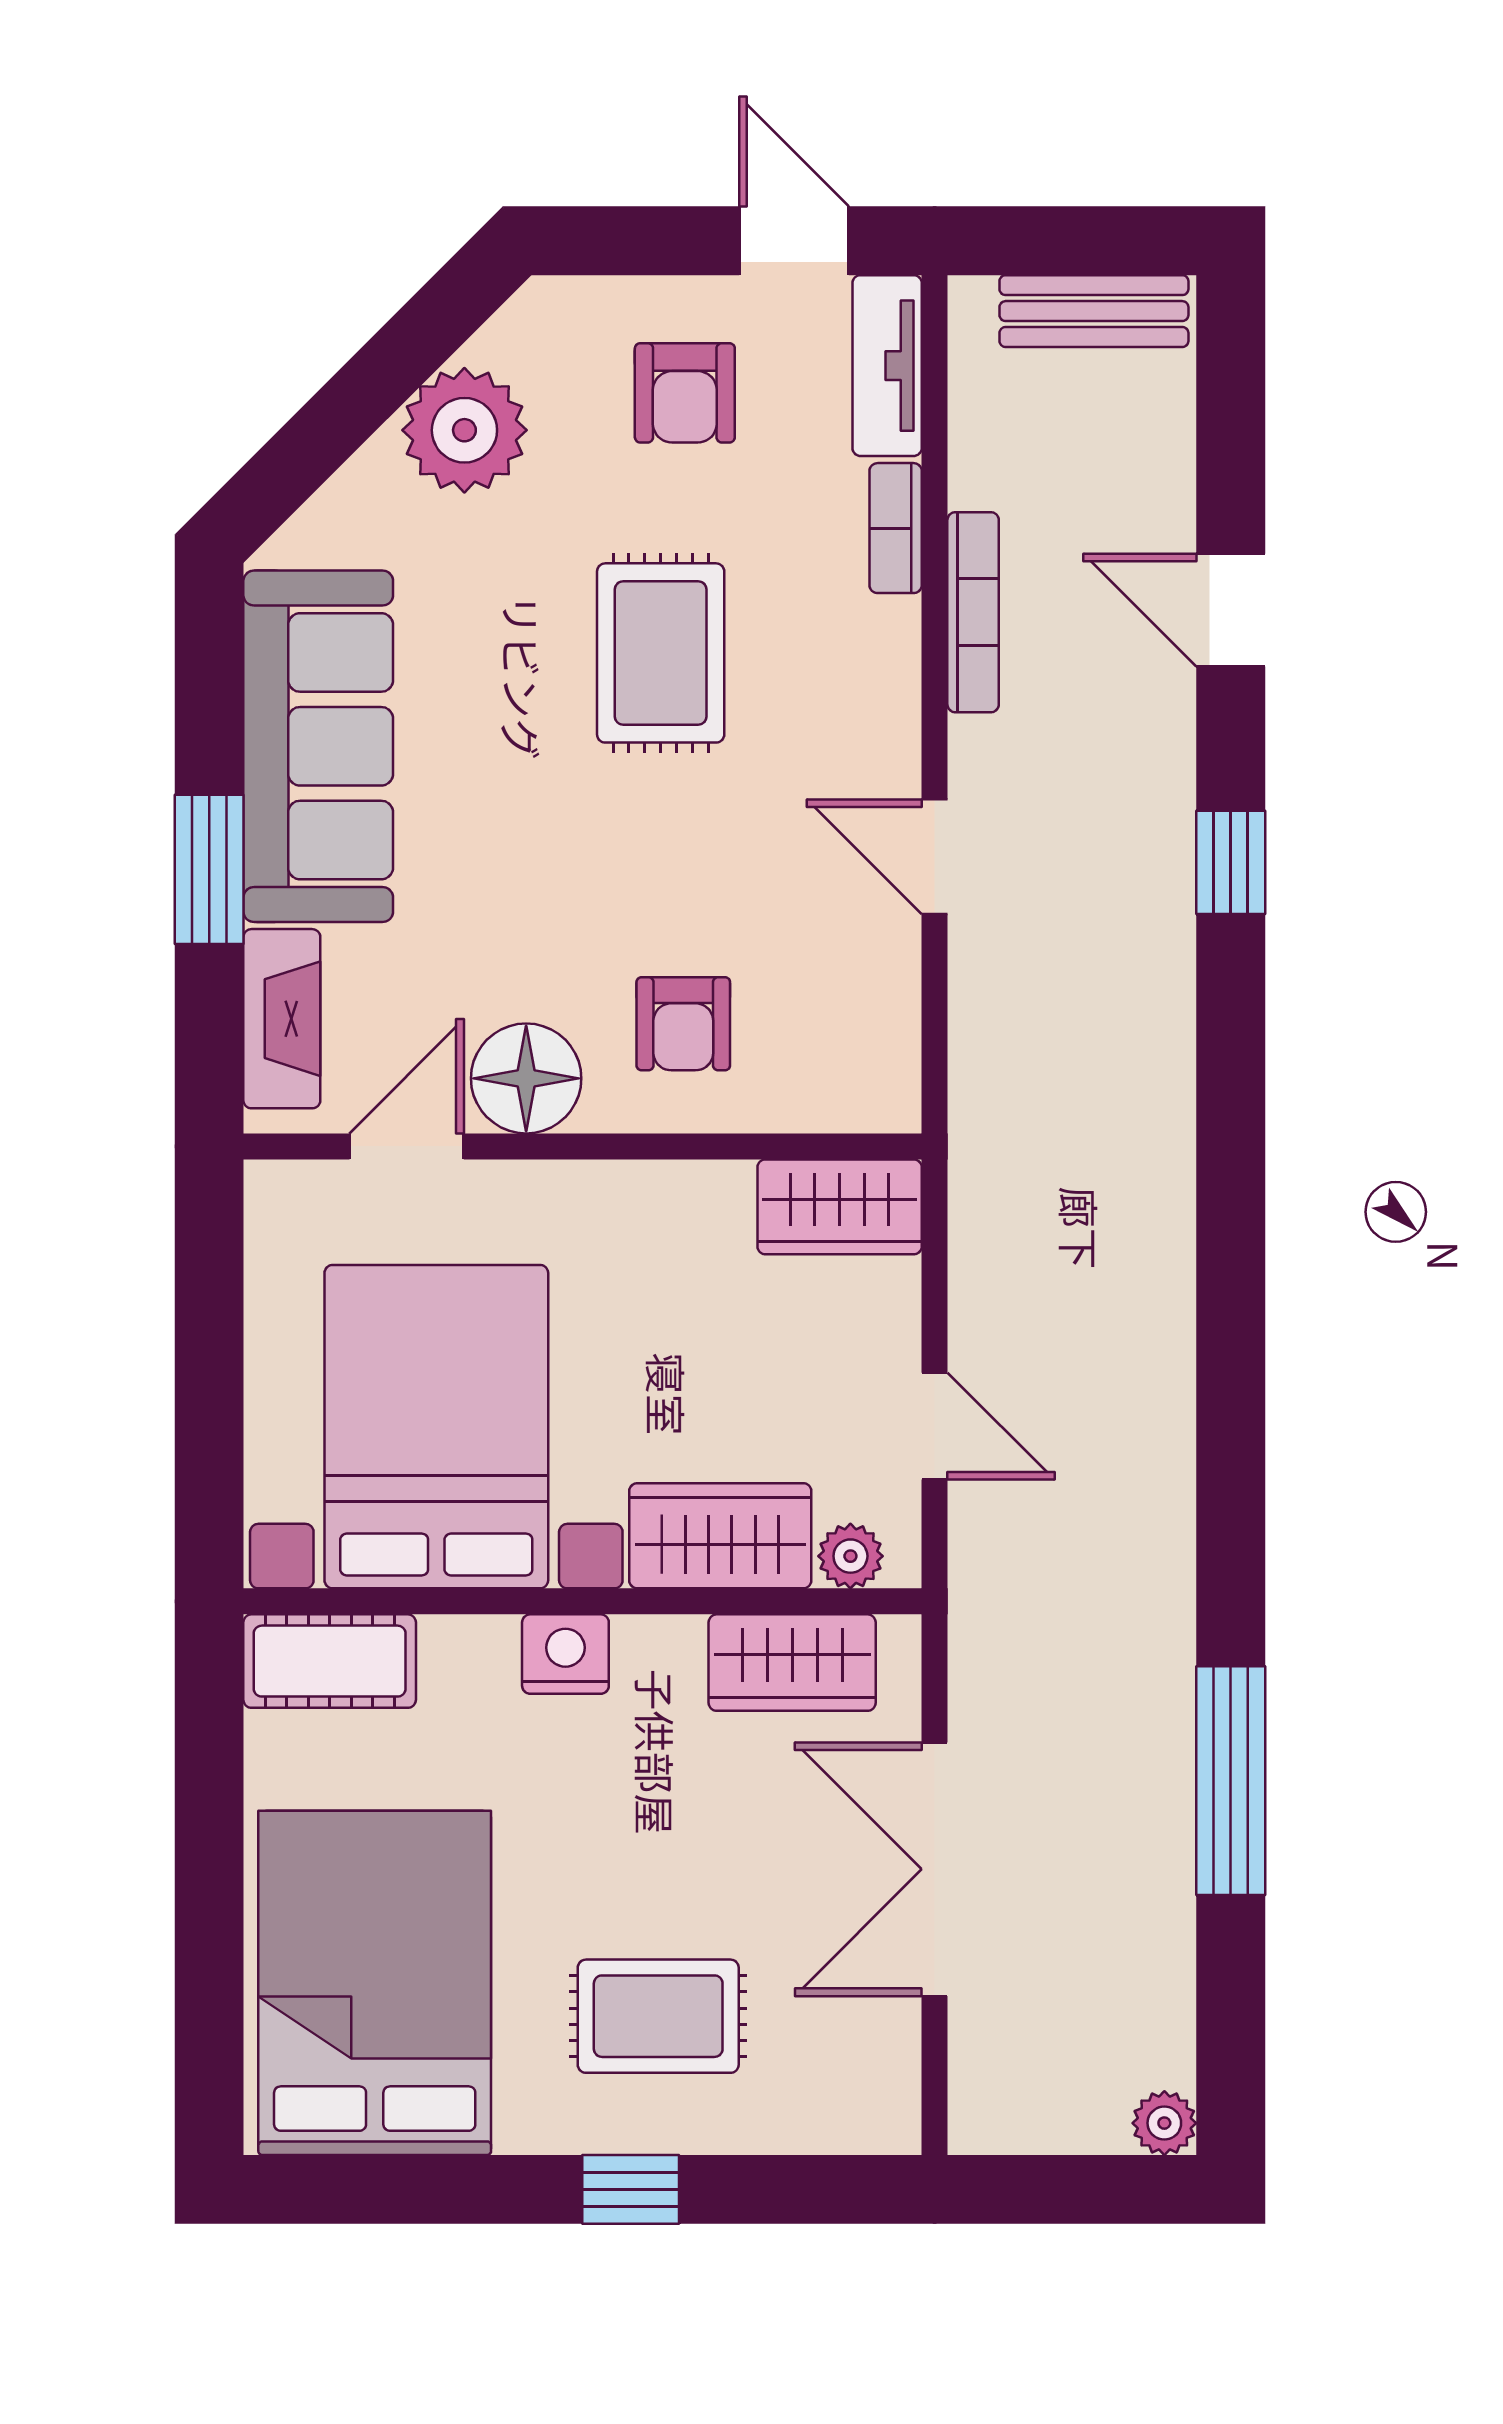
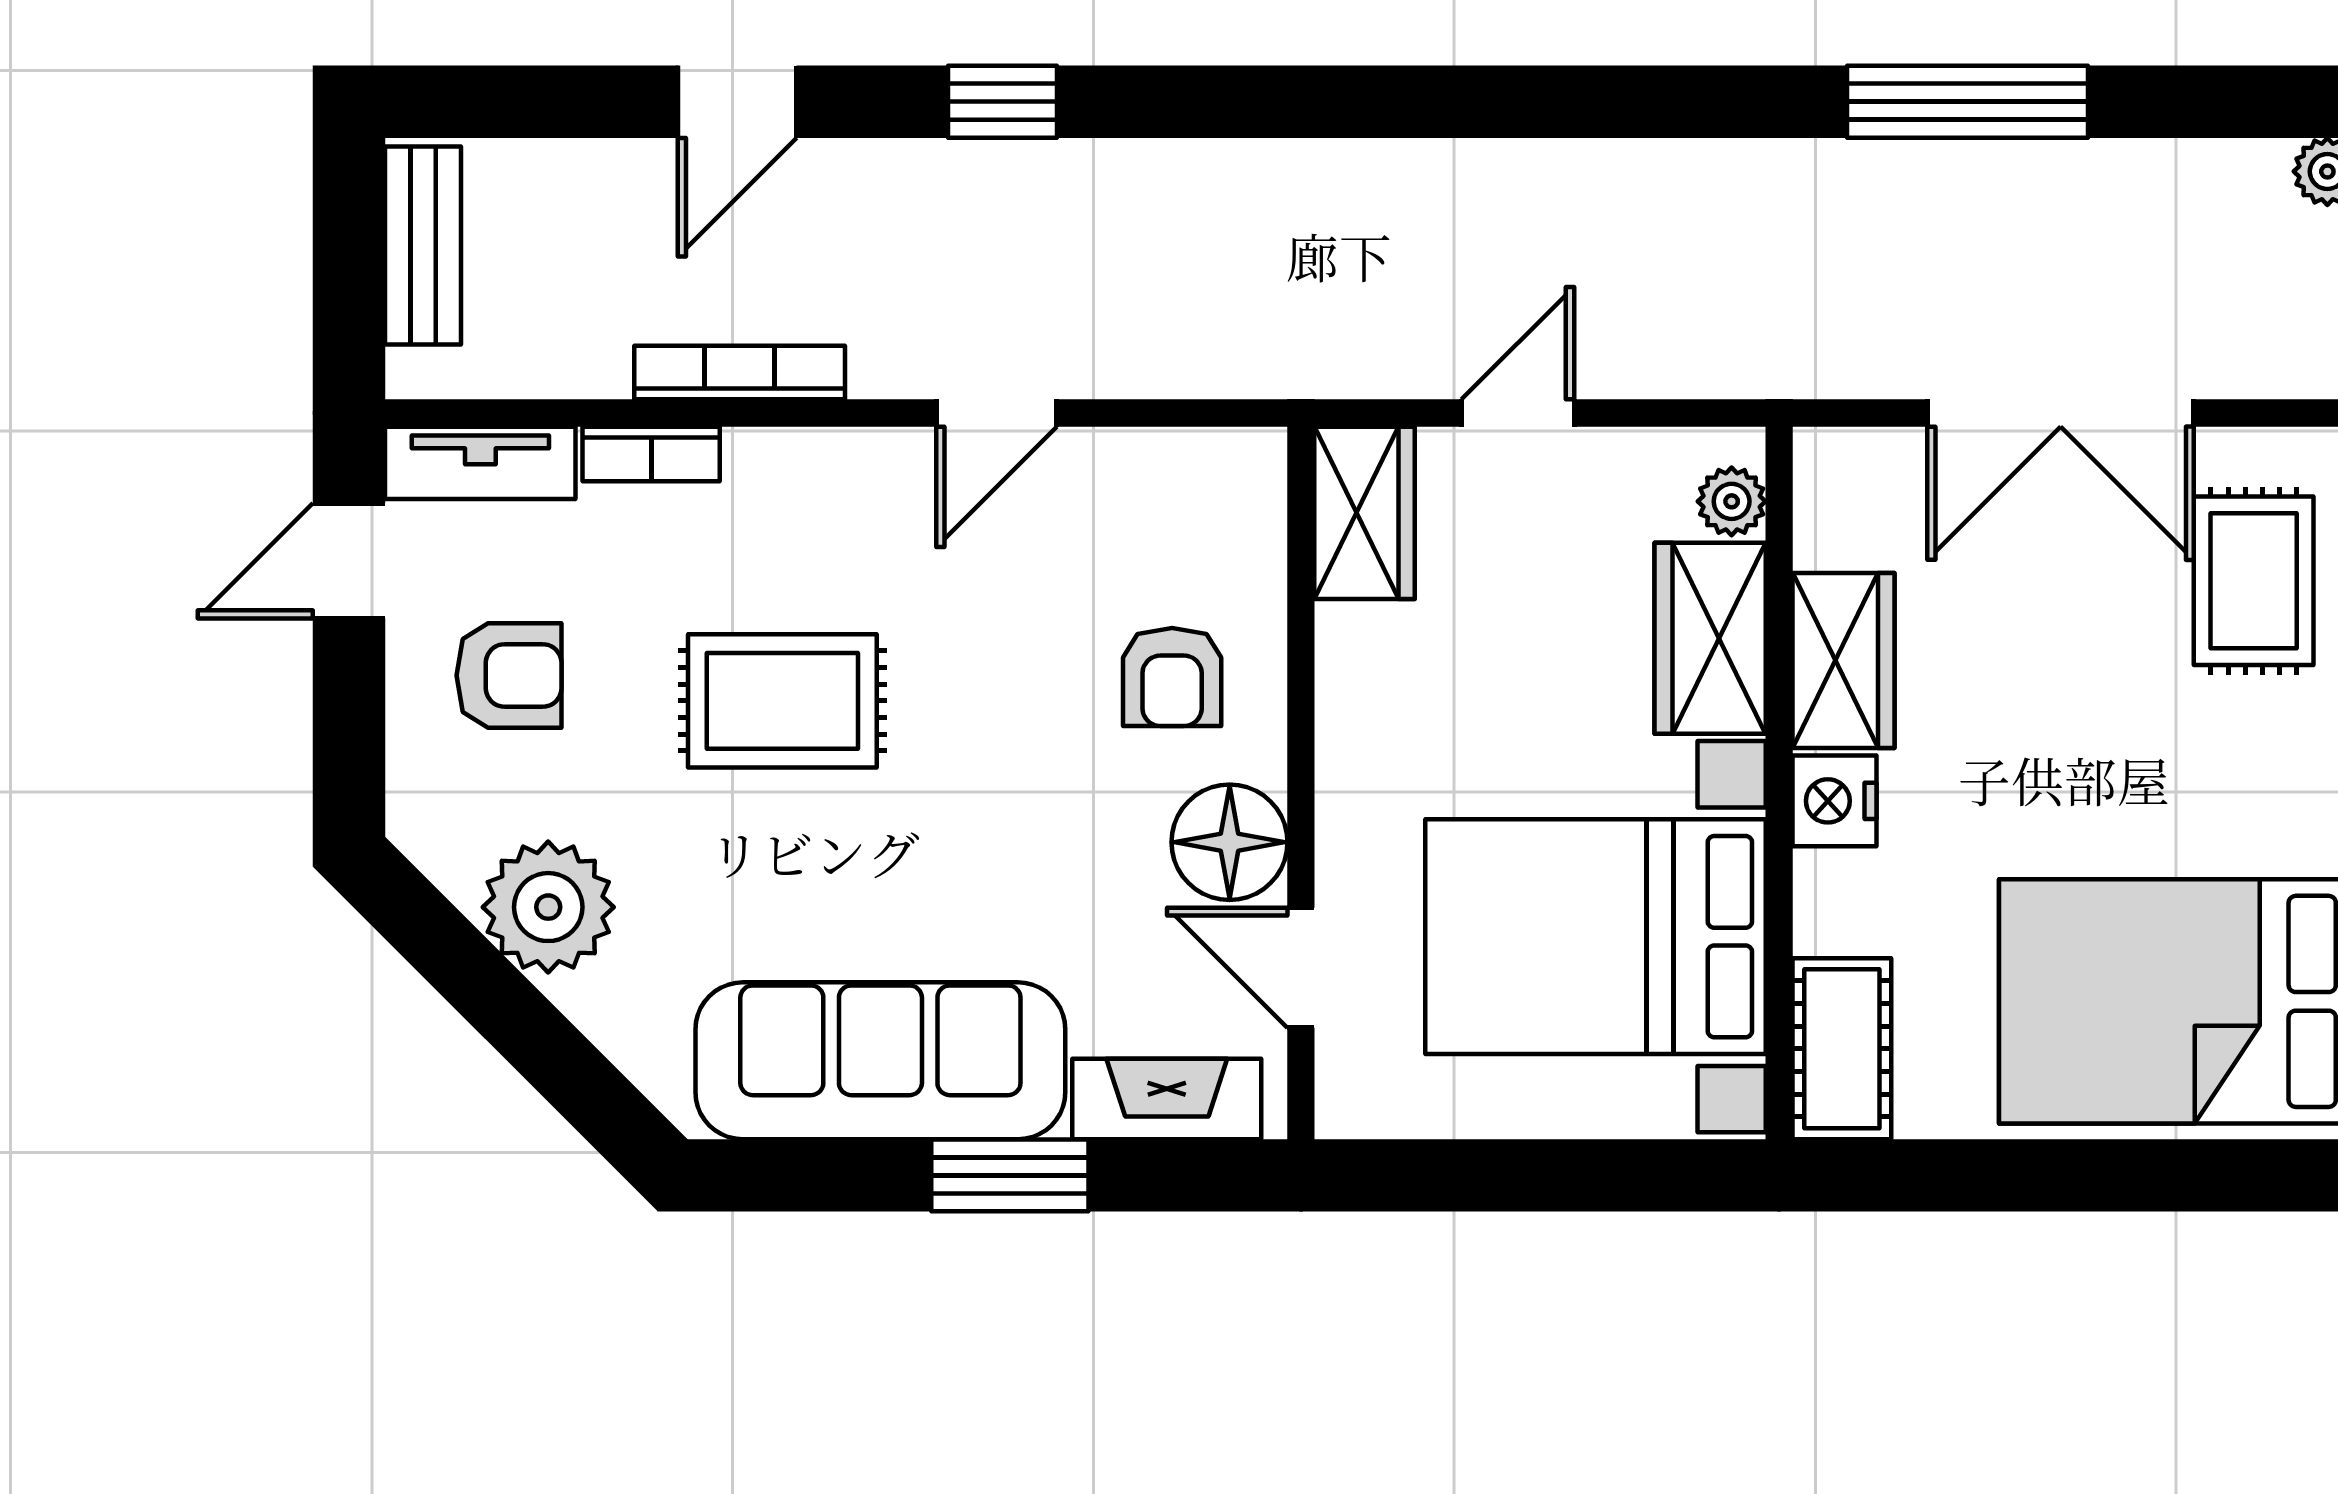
armchair: (683, 1024) -> (1172, 677), turned 90
door: (935, 1426) -> (1518, 413), moved
wardrobe: (792, 1663) -> (1844, 661), moved
rug: (658, 2016) -> (2254, 581), moved

